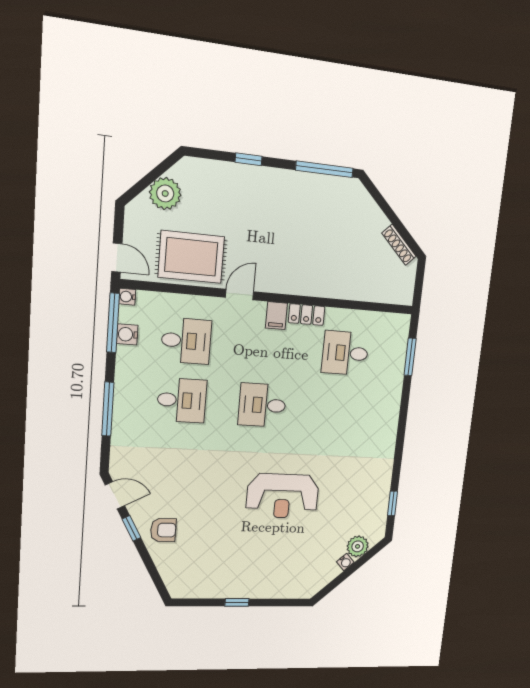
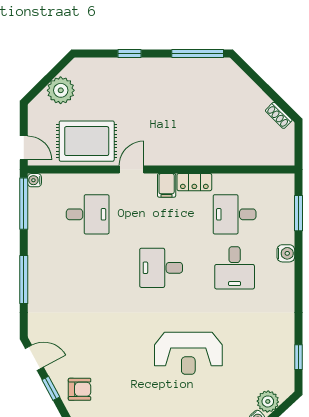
shoe rack: (399, 245) -> (279, 115), width x0.70
water cooler: (127, 334) -> (286, 253), moved, turned 180
desk: (182, 400) -> (235, 268), moved, turned 90

